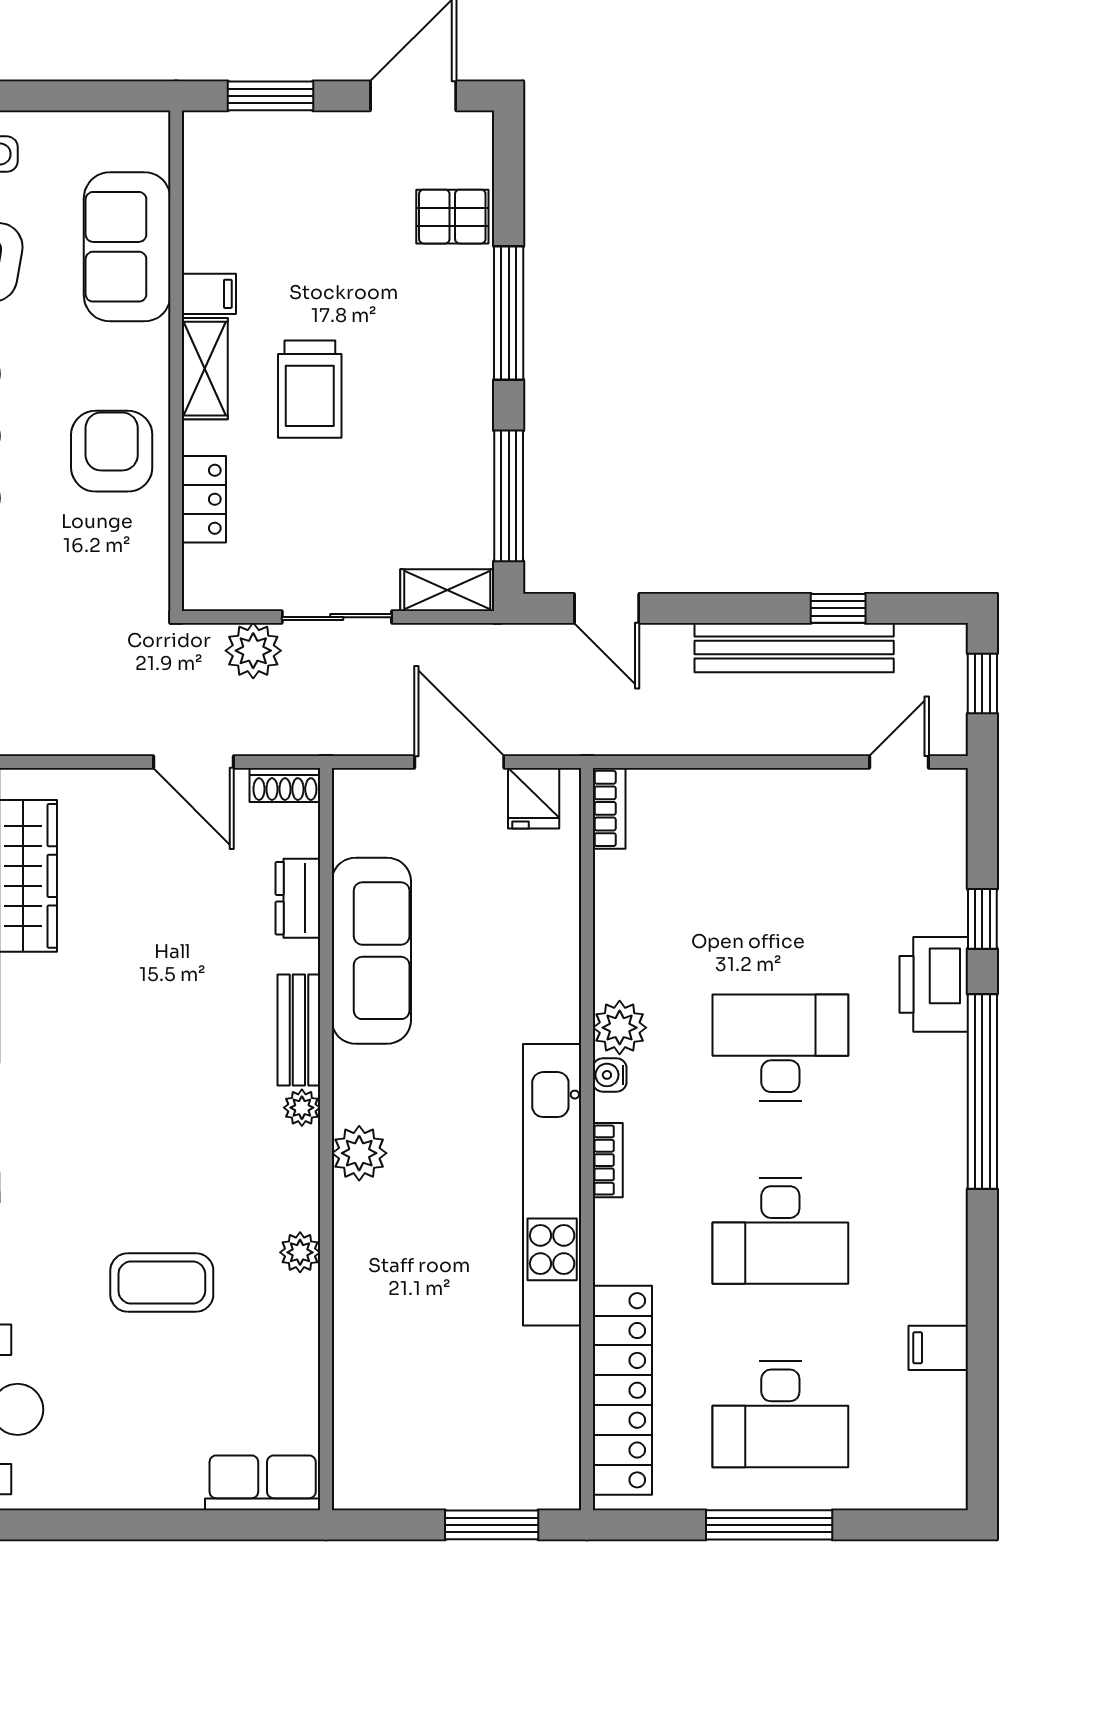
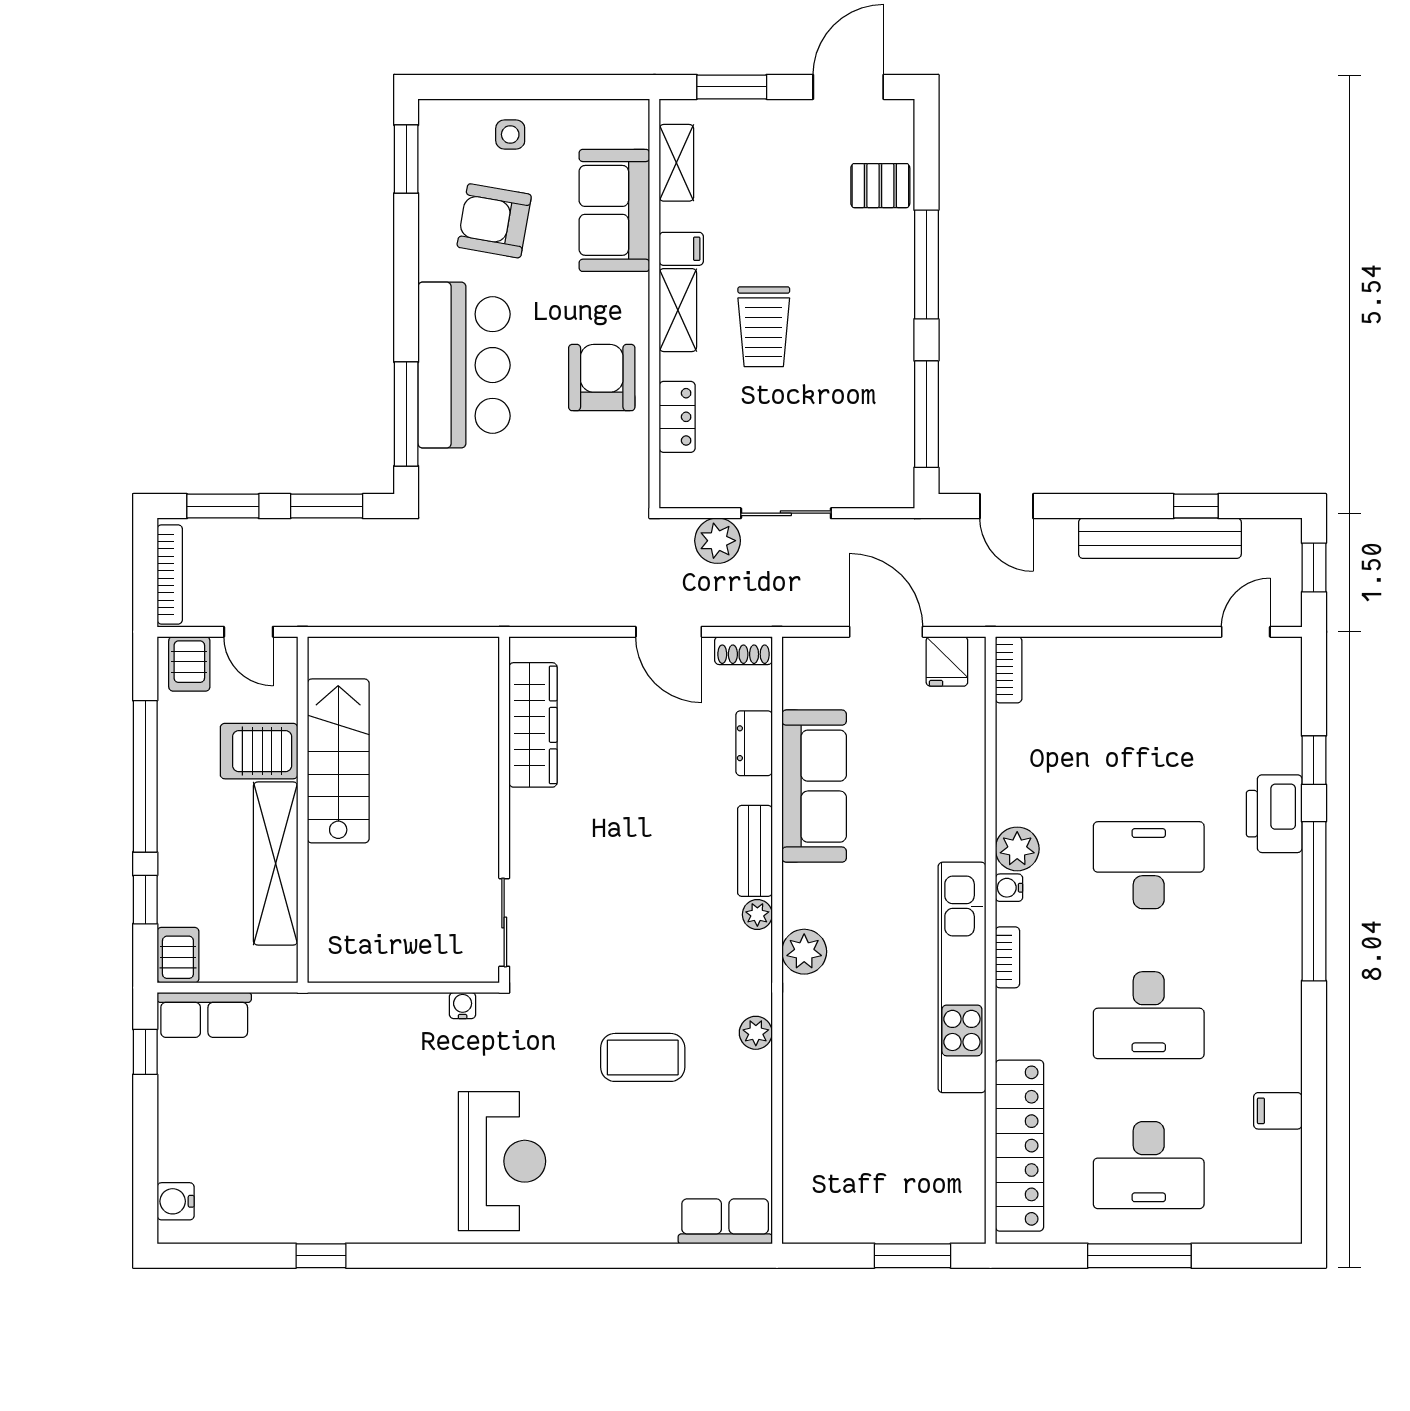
shelving: (447, 590) -> (676, 163), moved, turned 90

